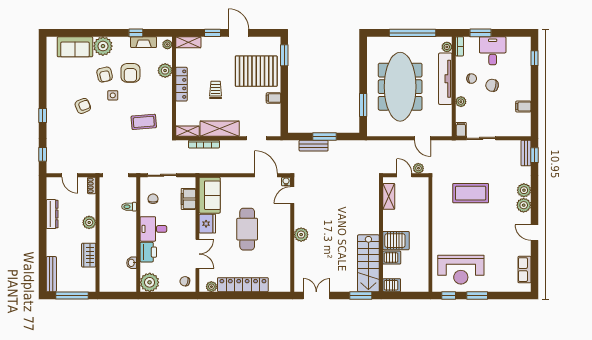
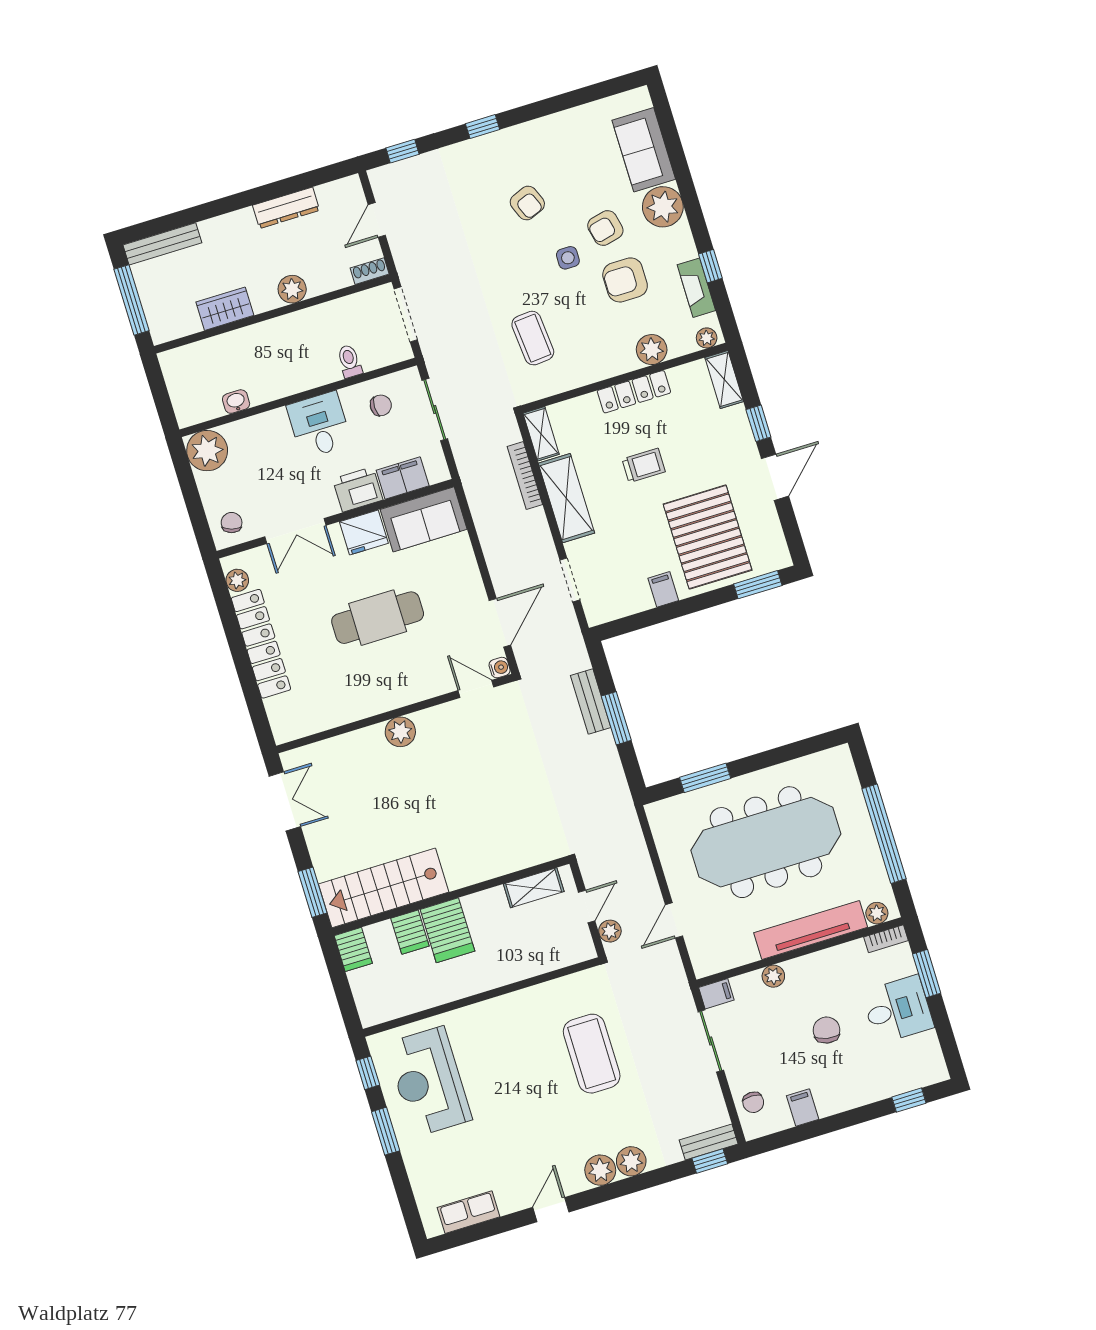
chair: (472, 79) -> (753, 1102), moved
printer: (148, 252) -> (358, 489), moved, turned 180

